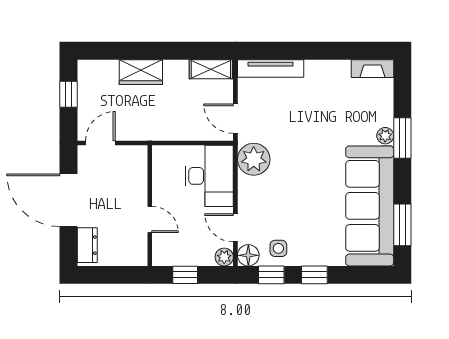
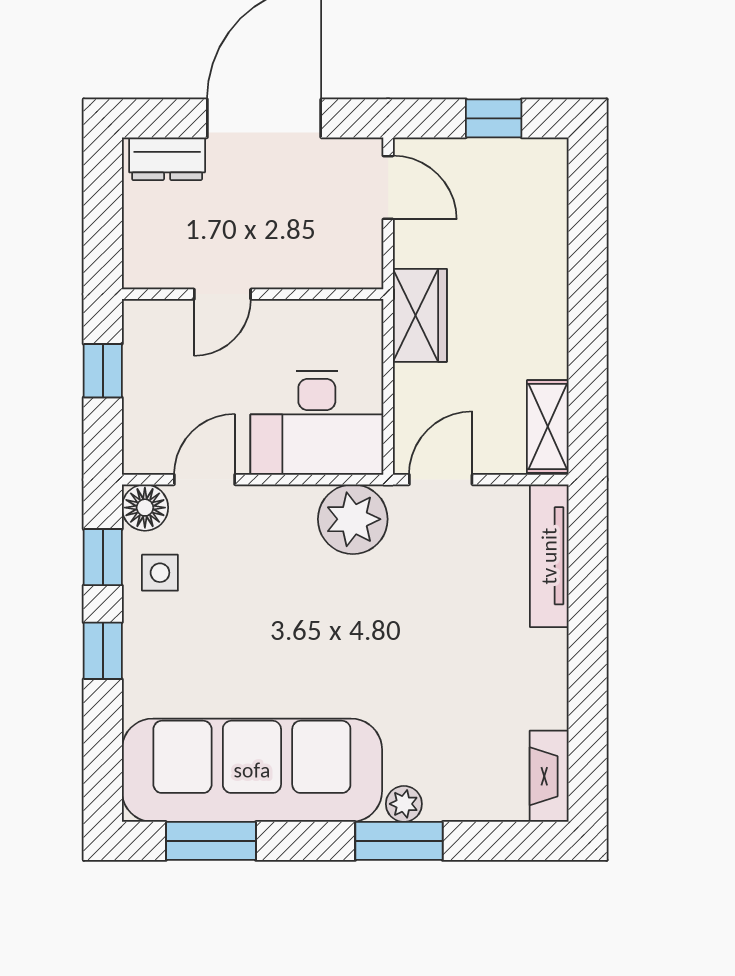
wardrobe: (141, 72) -> (420, 315), moved, turned 180
plant: (224, 257) -> (141, 455), removed

